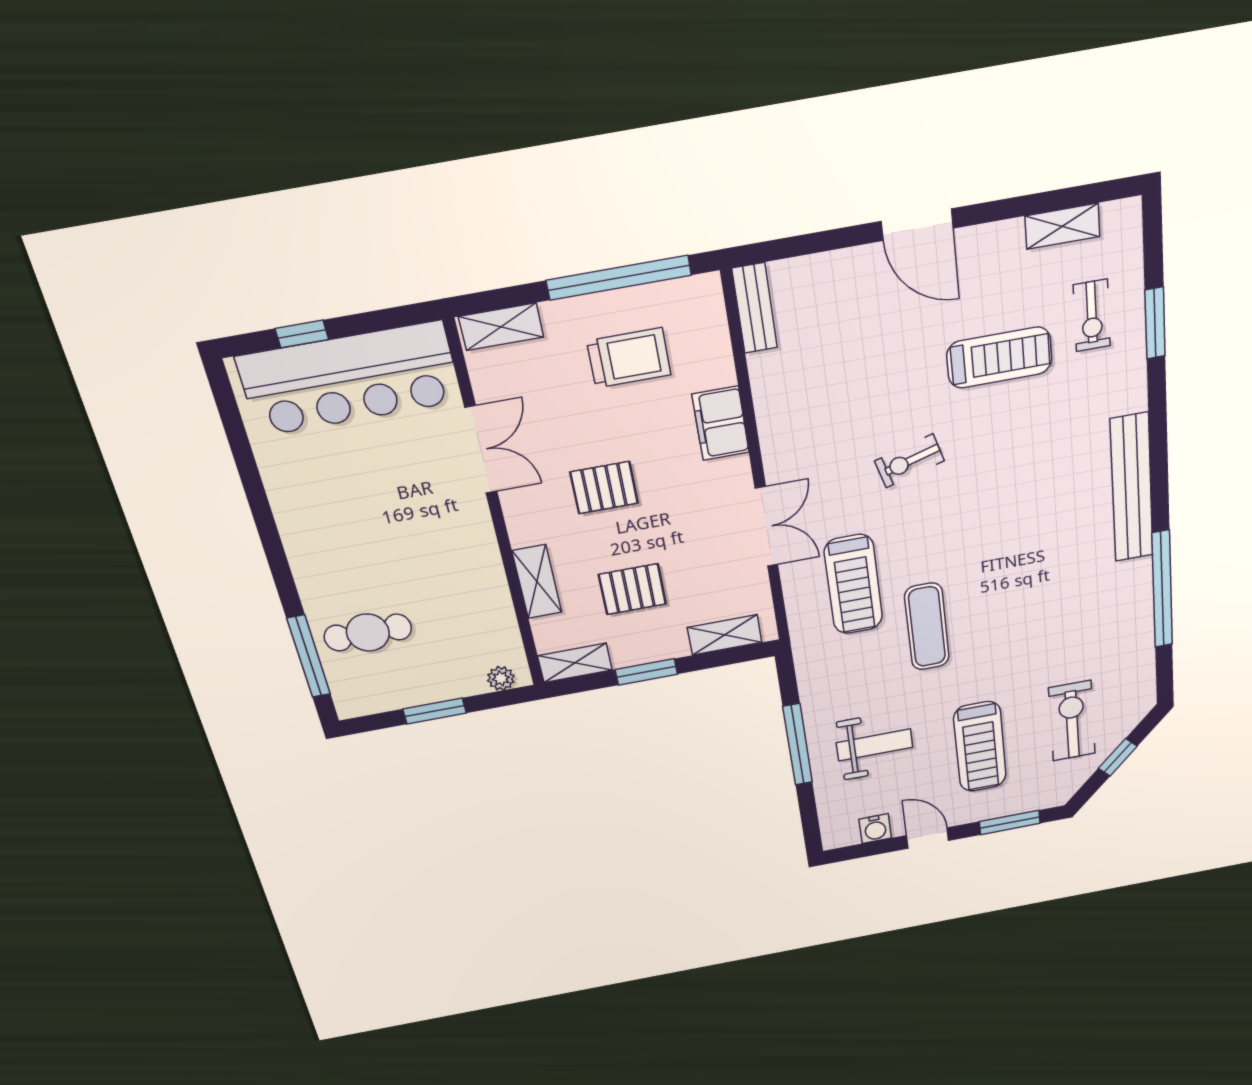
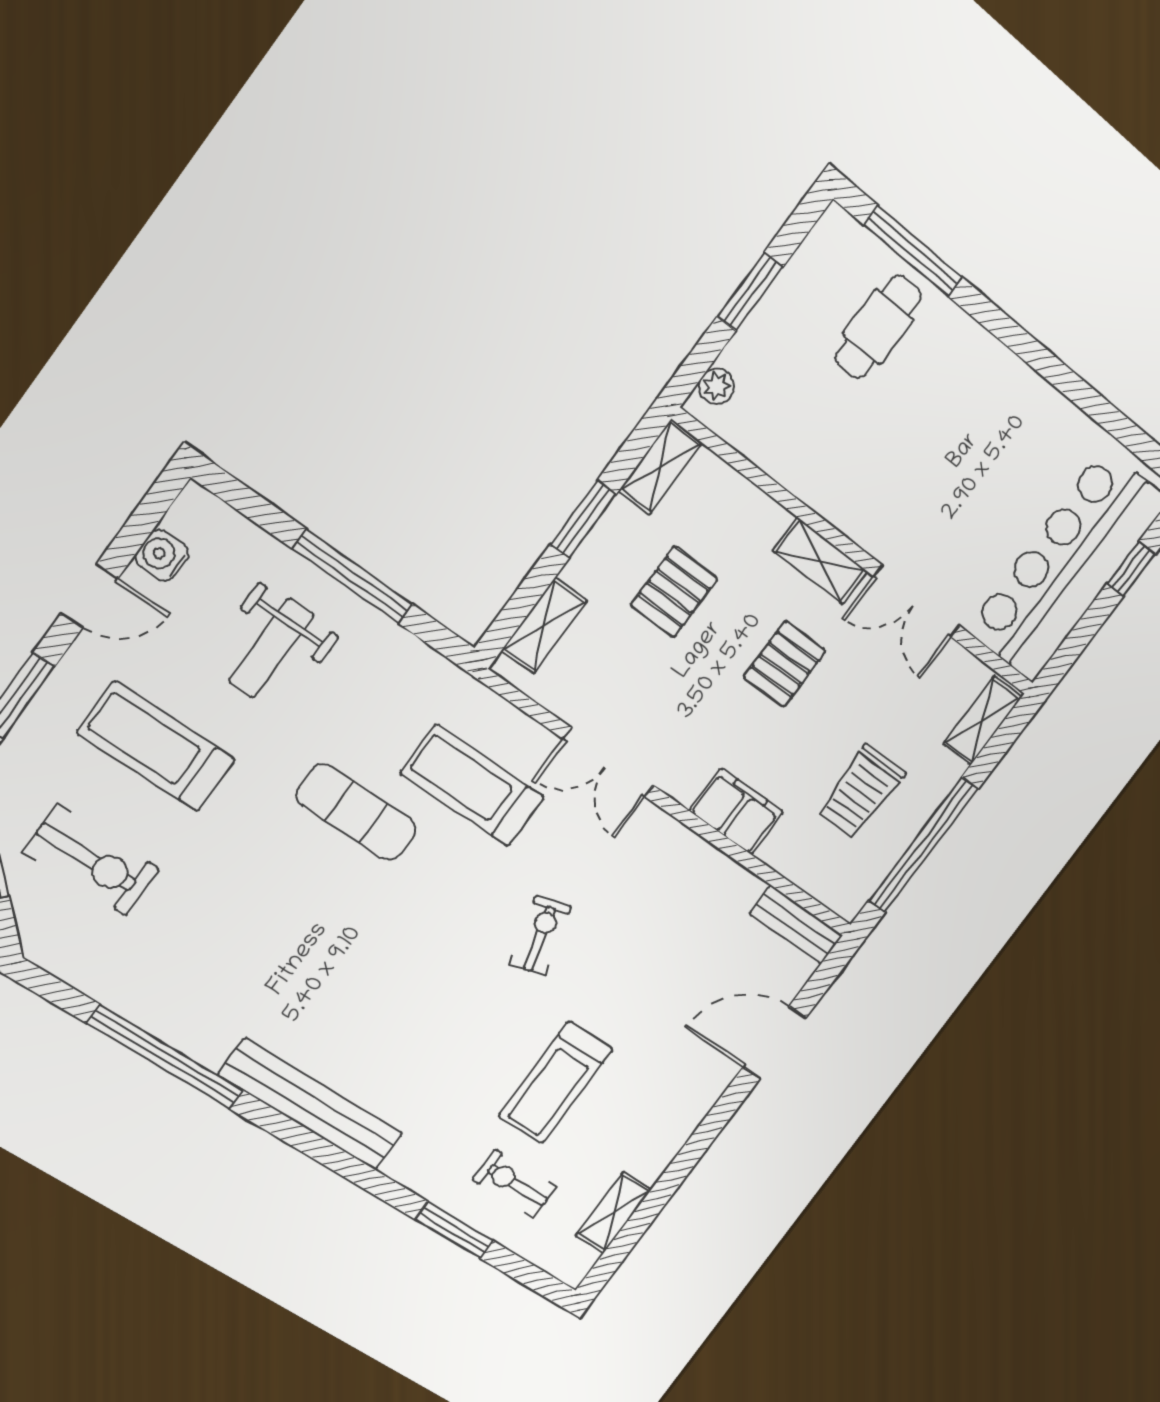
door: (917, 225) -> (775, 1042), moved
shelving: (537, 582) -> (820, 561), moved

